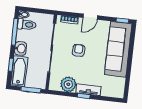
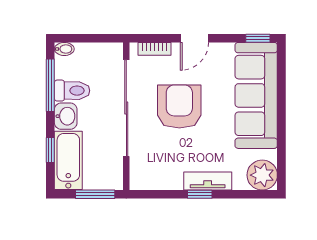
toilet: (27, 25) -> (72, 91), moved
armchair: (79, 50) -> (179, 107), width x1.88, depth x1.88
plant: (68, 84) -> (262, 175), moved

